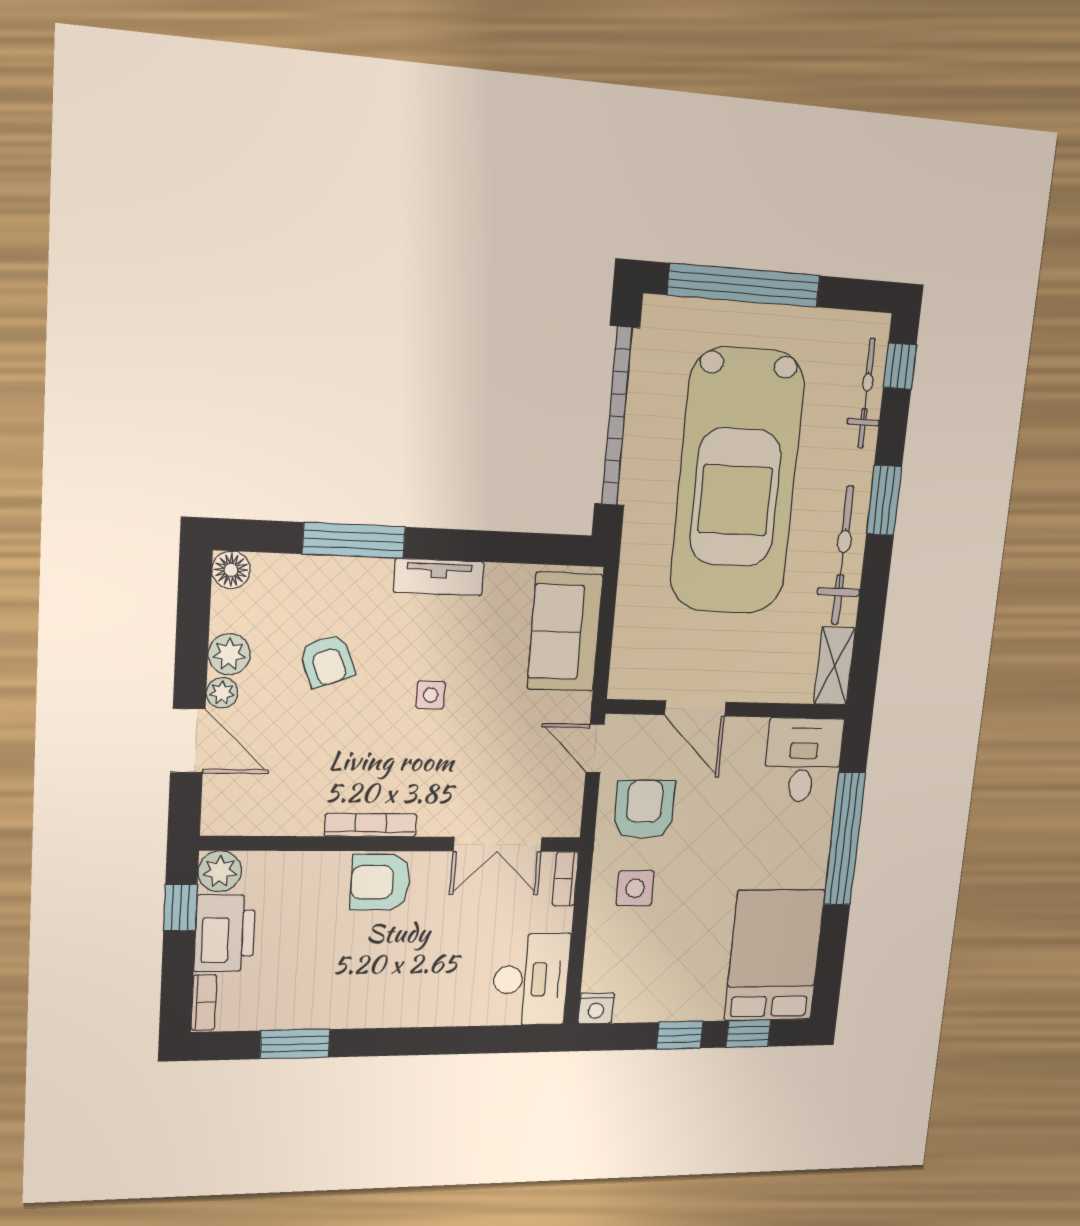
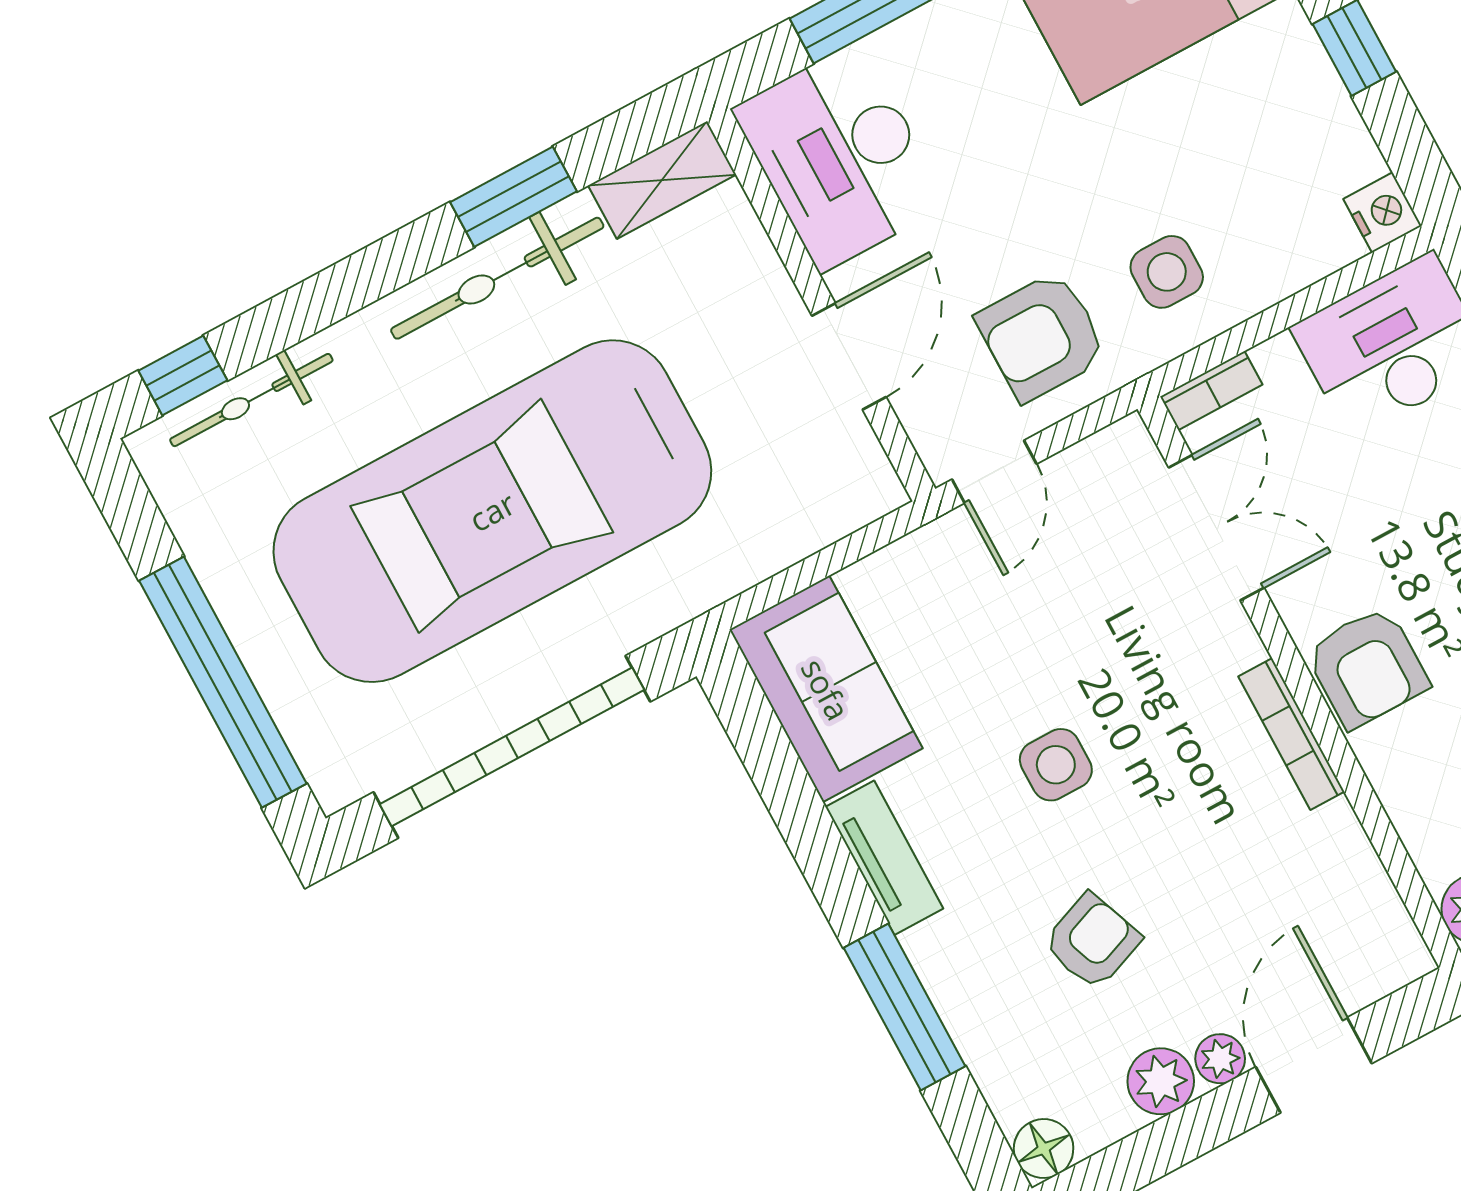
car: (737, 482) -> (492, 511), turned 180
window: (884, 500) -> (514, 197), moved
sofa: (565, 632) -> (826, 689), moved, turned -90
side table: (431, 695) -> (1056, 765), width x1.37, depth x1.37
desk: (803, 760) -> (840, 157), width x1.37

